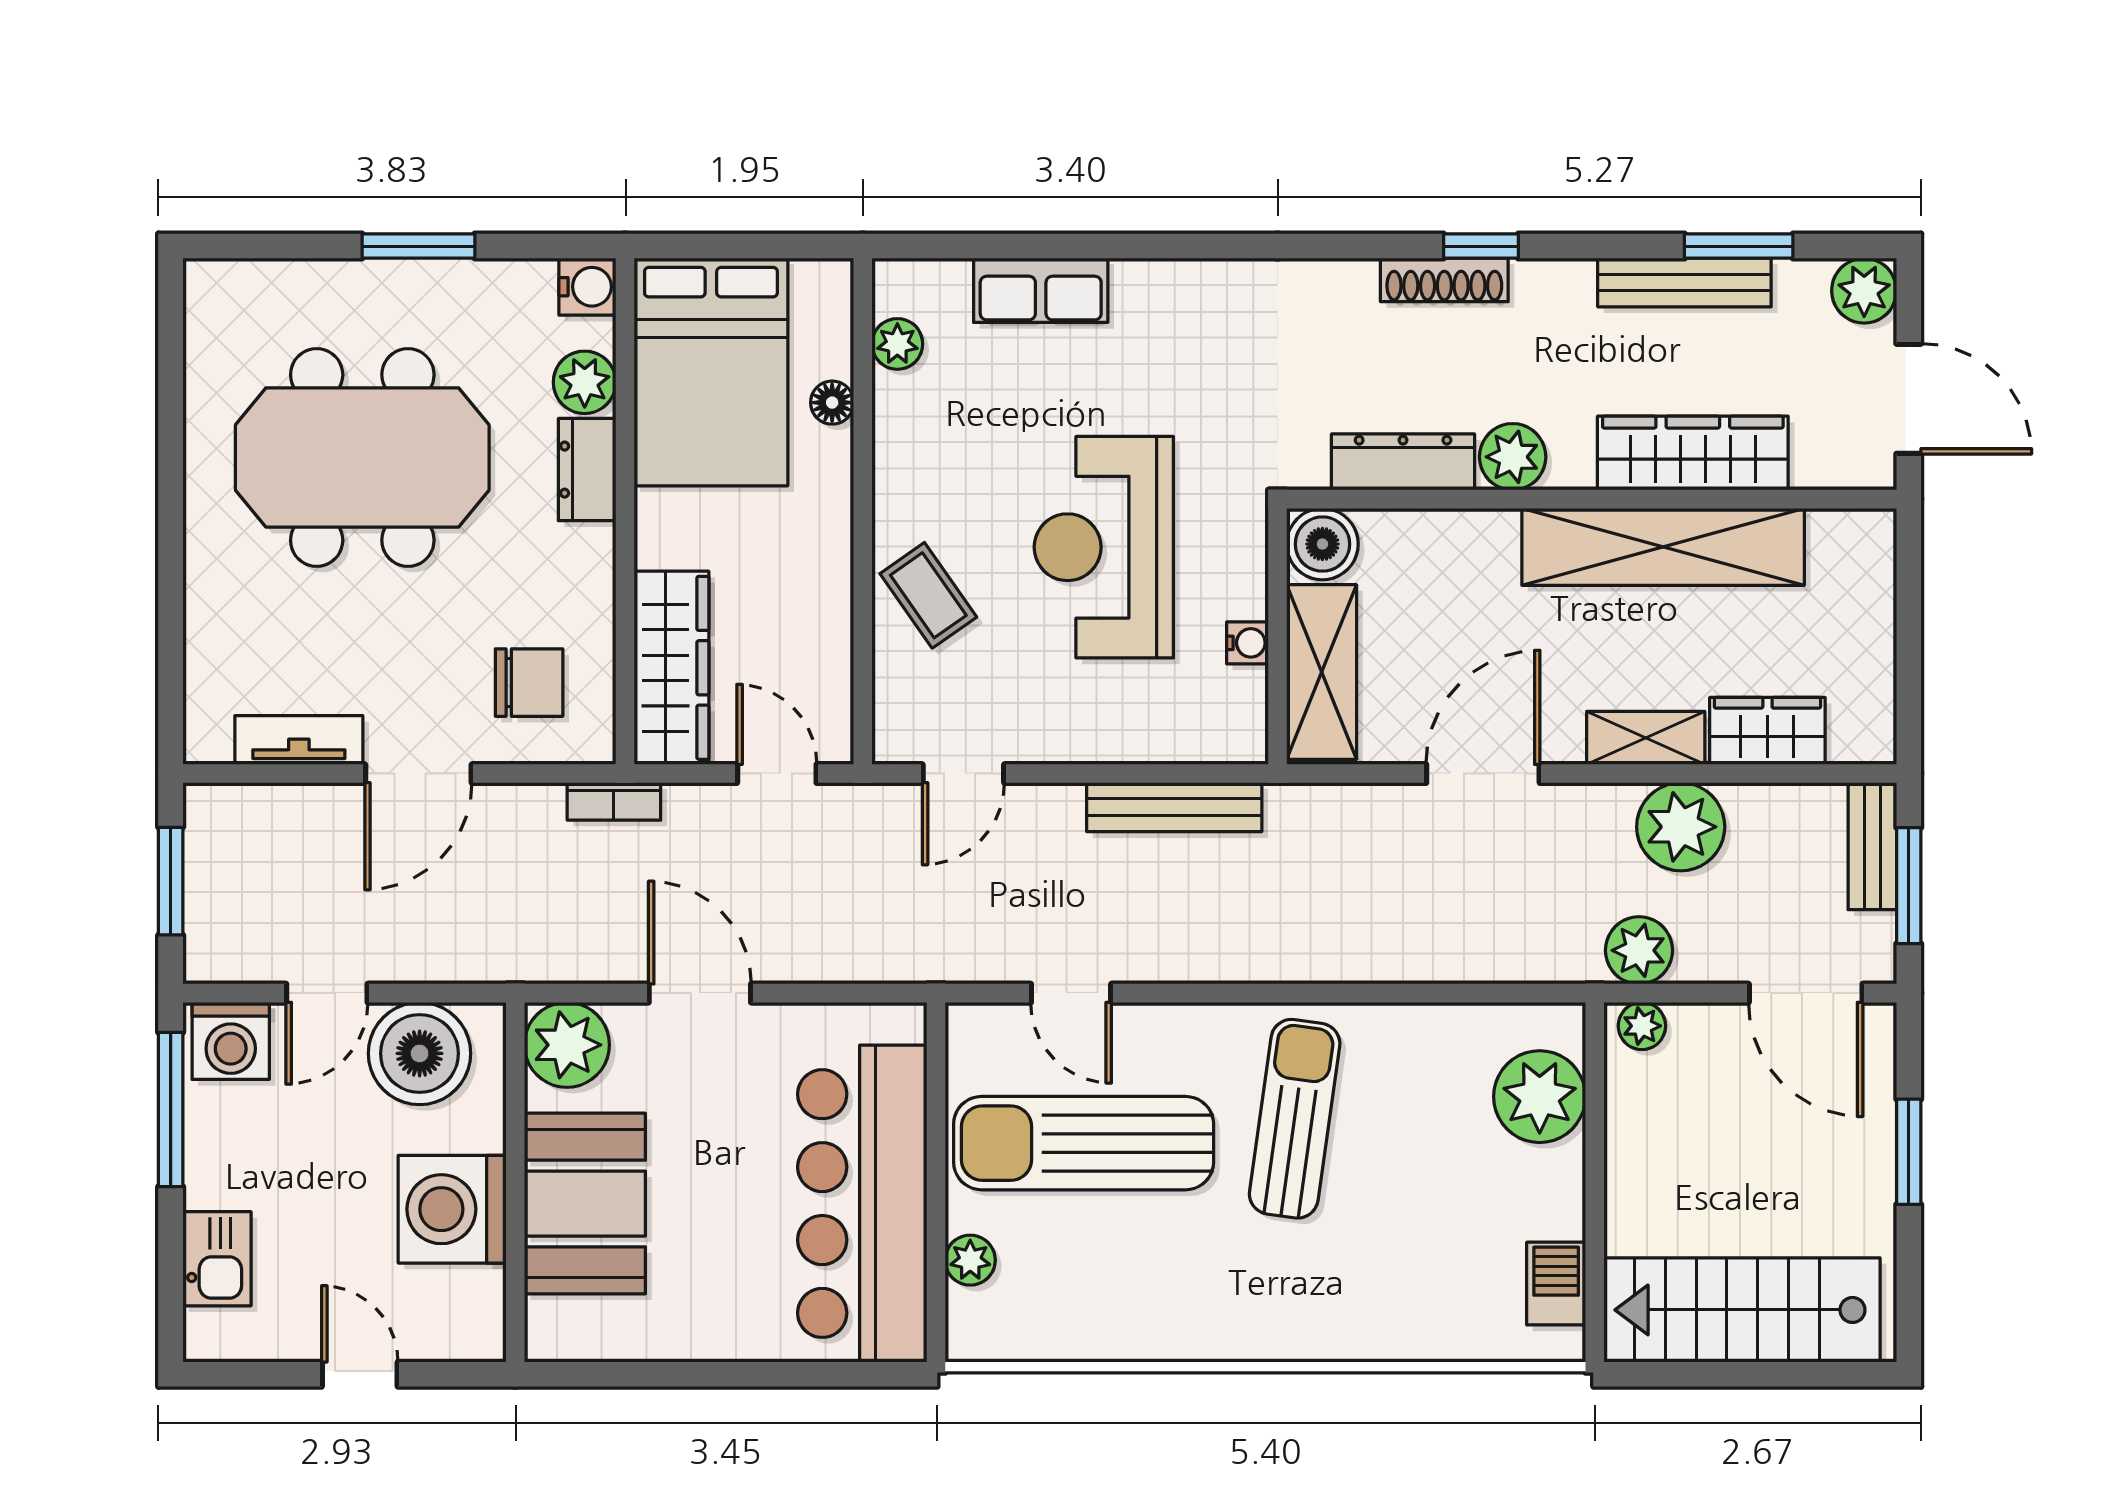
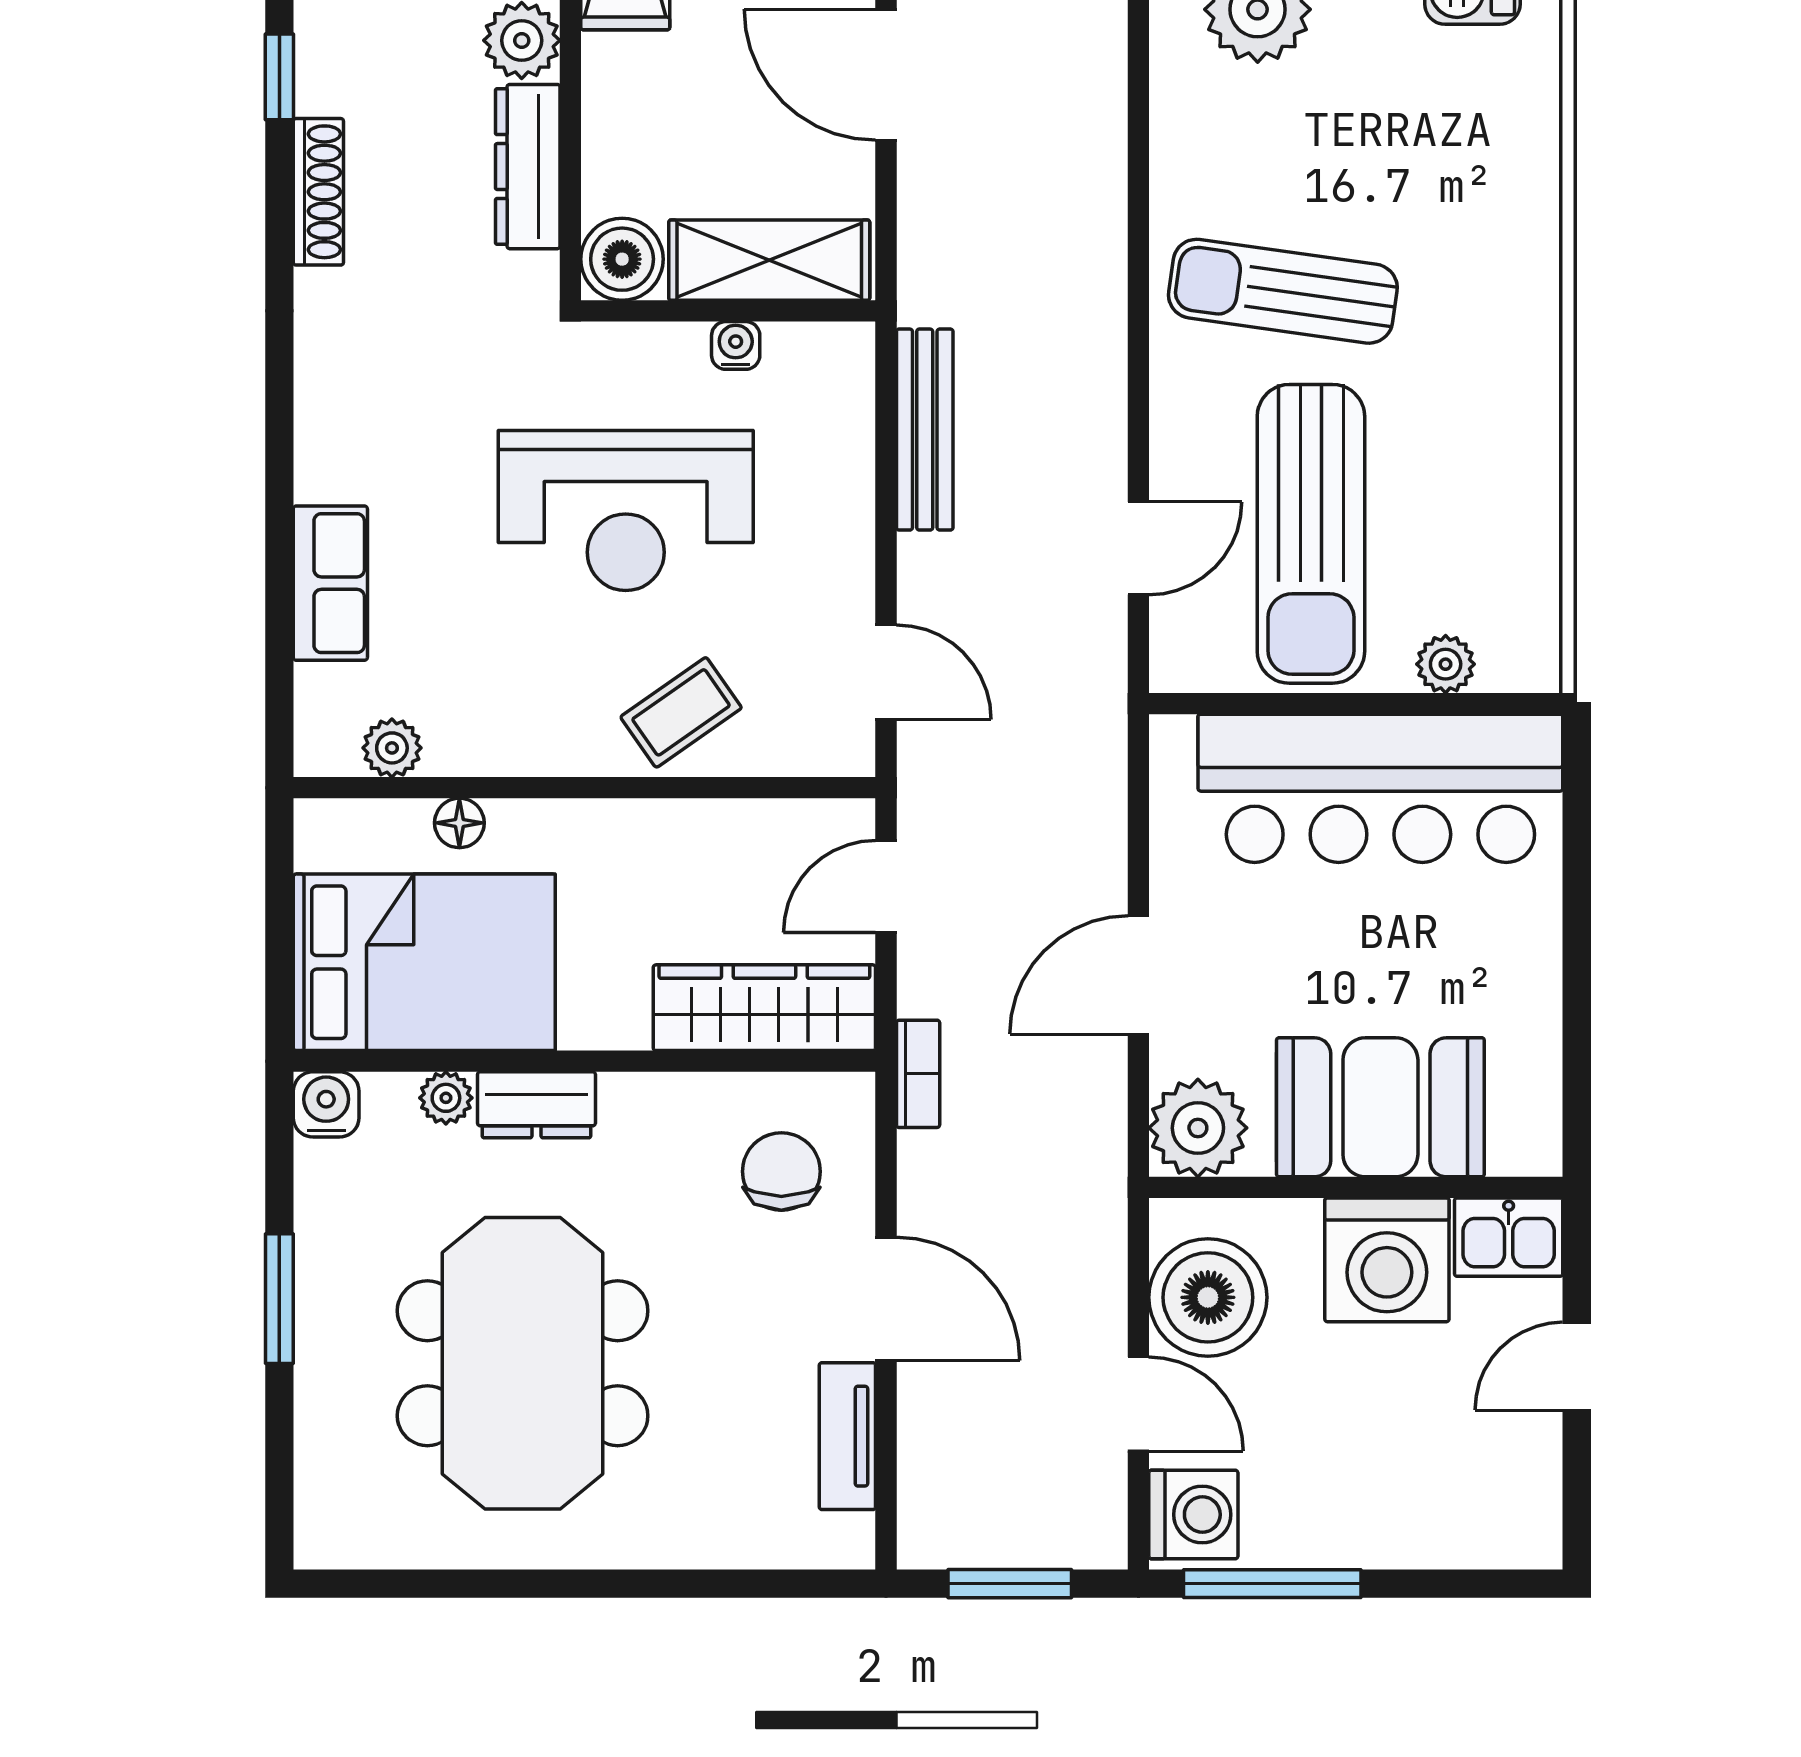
shoe rack: (1444, 280) -> (318, 192), moved
plant: (585, 382) -> (446, 1098), width x0.73, depth x0.73
kitchen sink: (217, 1259) -> (1509, 1237), moved, turned 180

